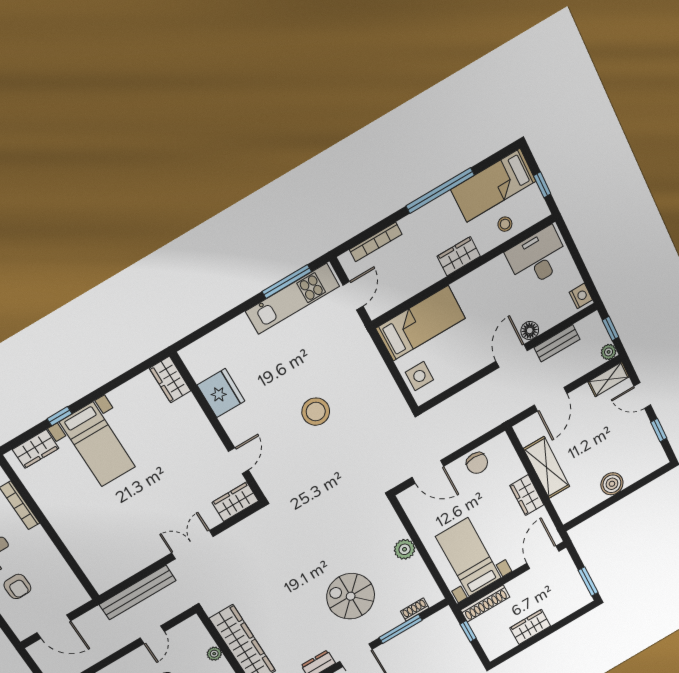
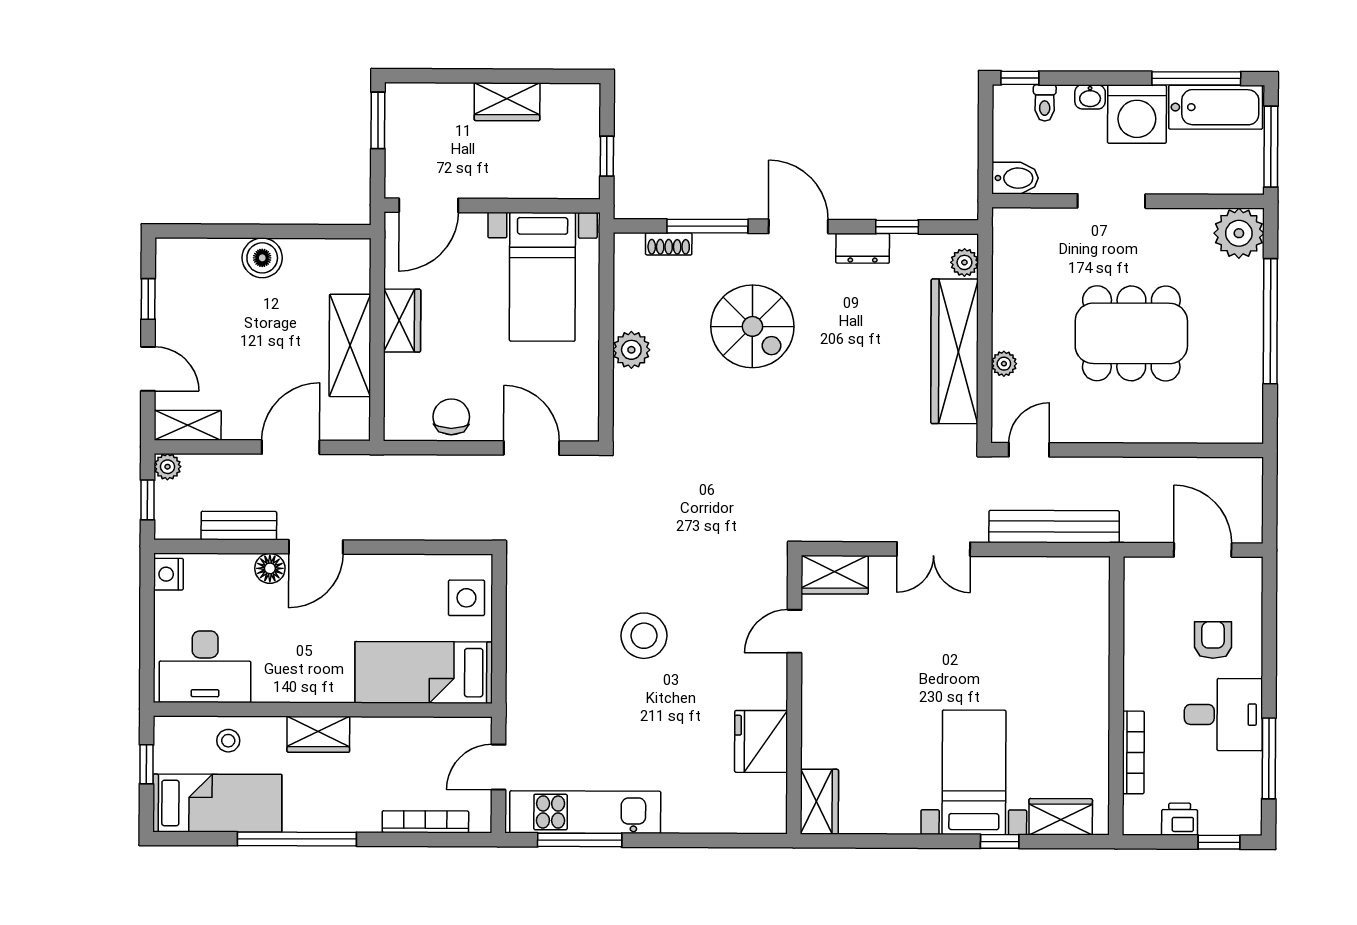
shoe rack: (485, 603) -> (557, 186), removed
door: (152, 635) -> (1029, 450), moved

